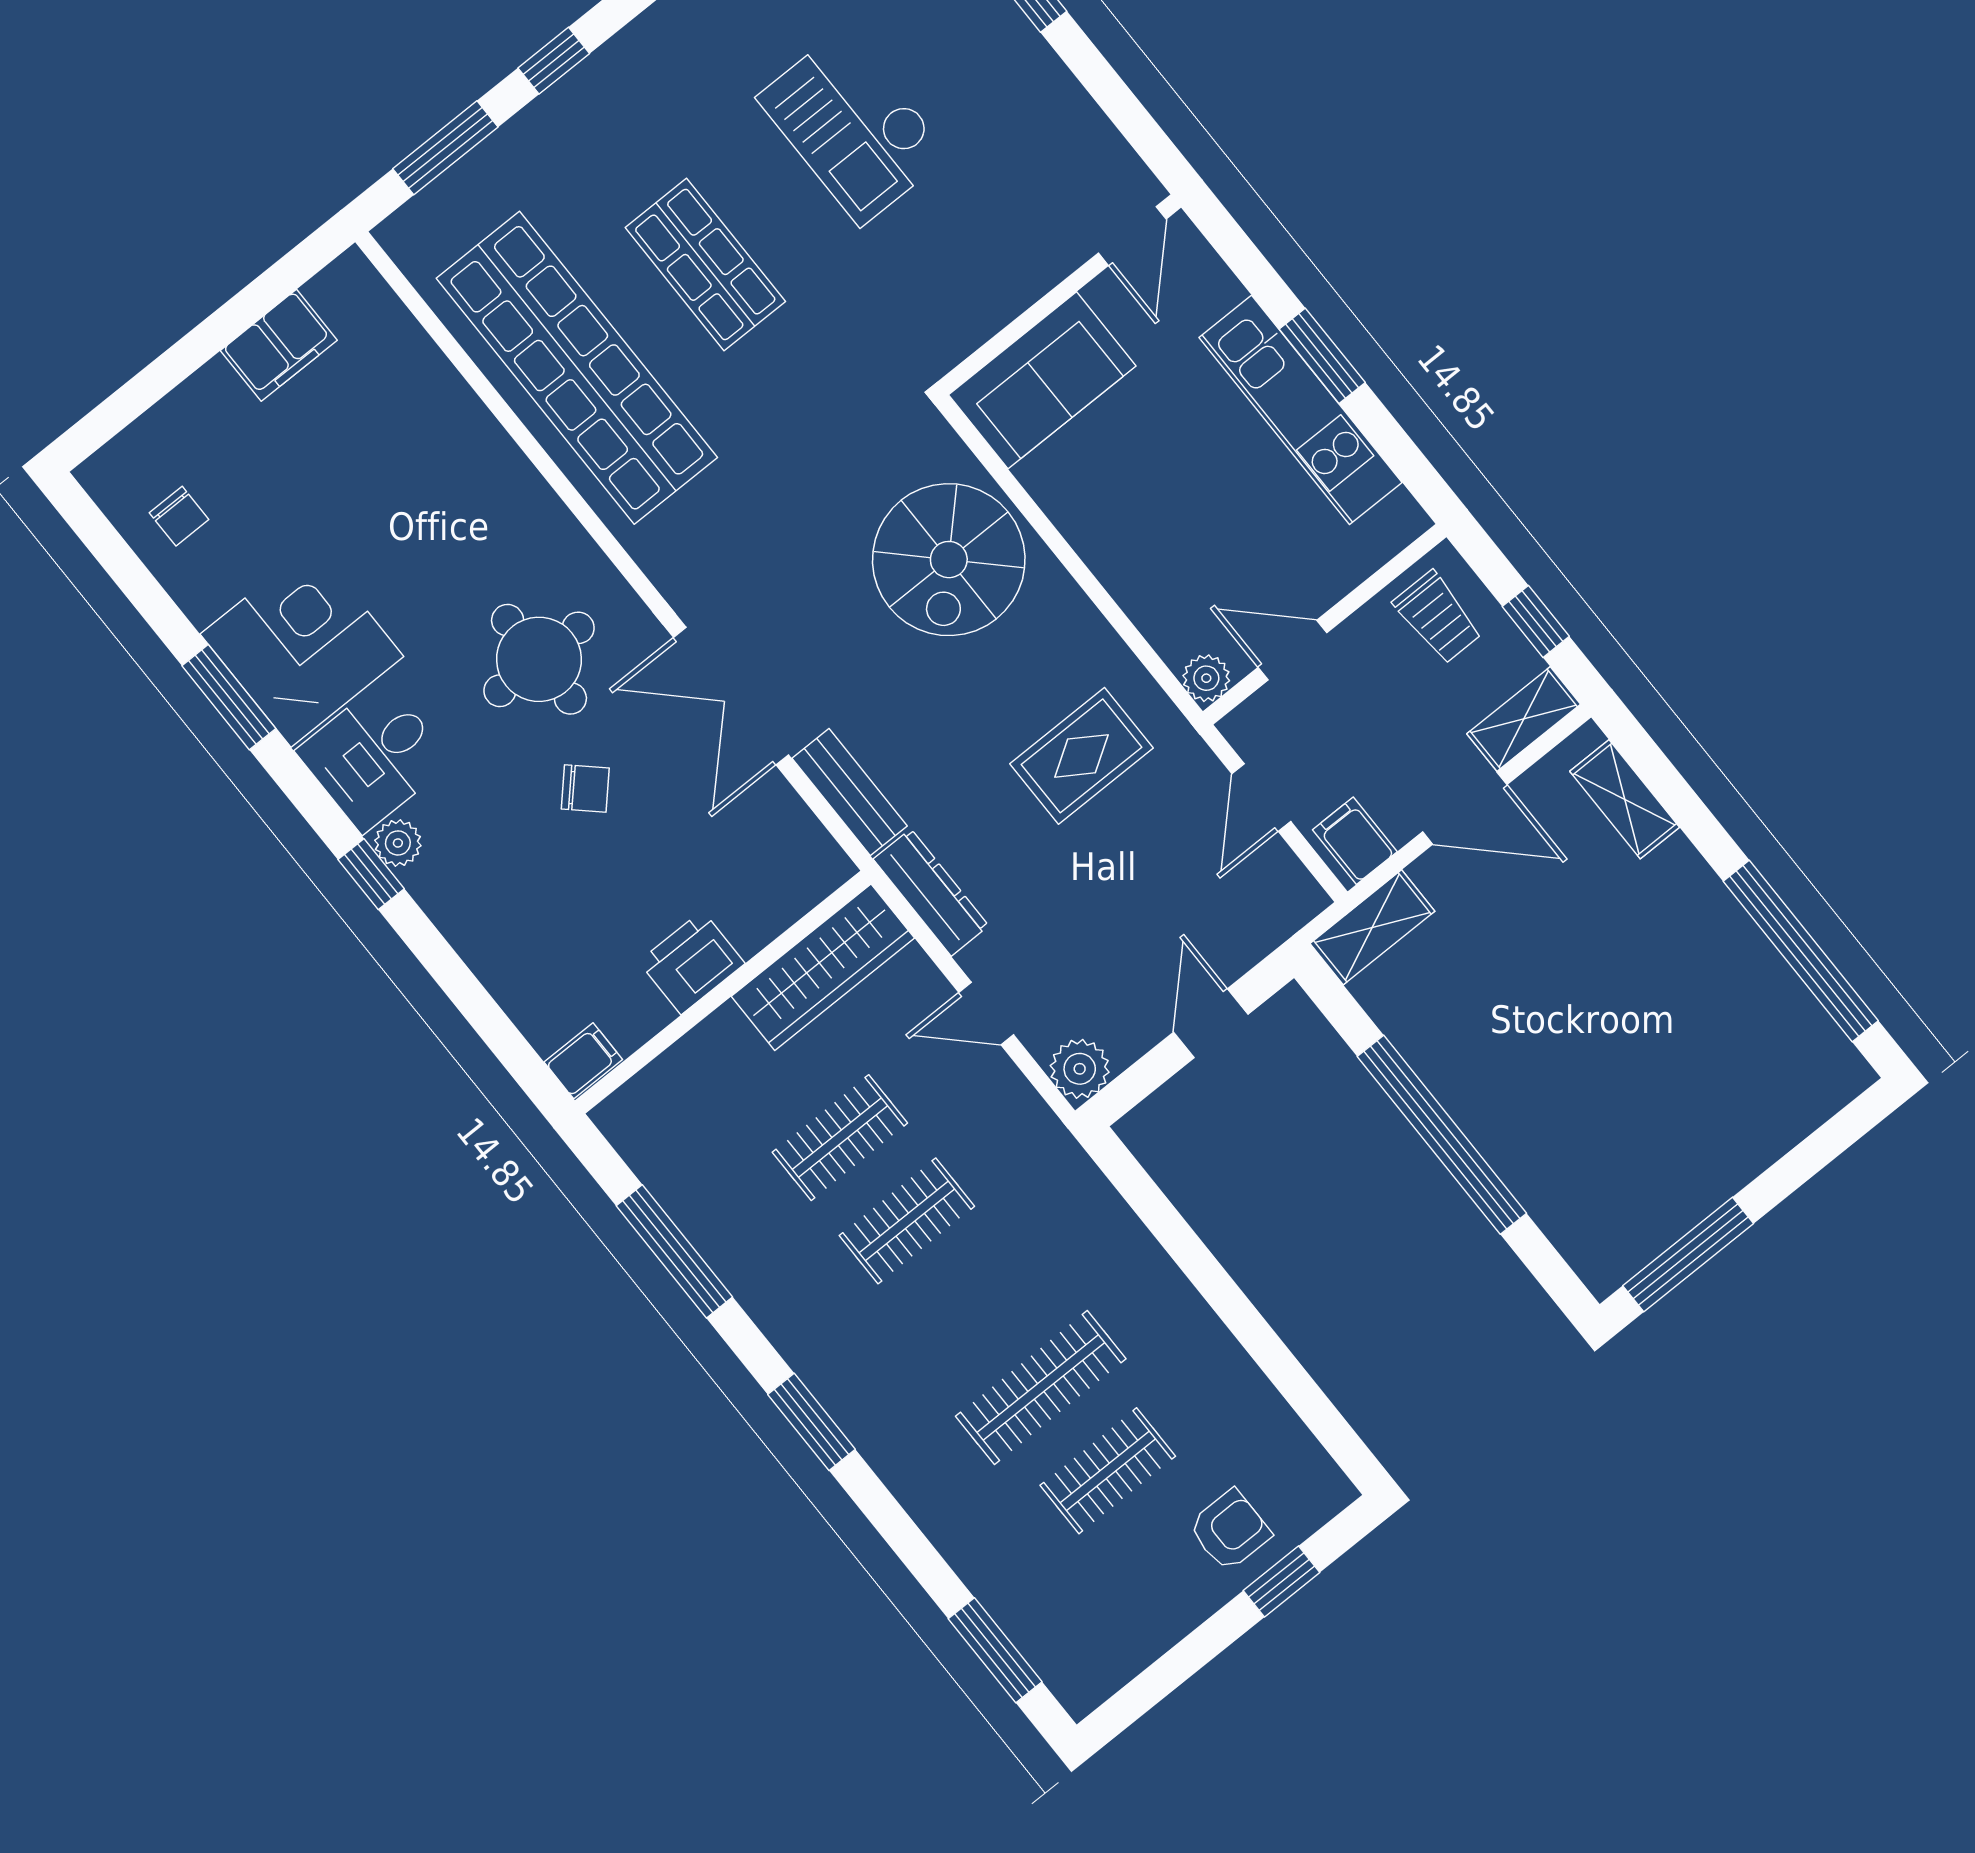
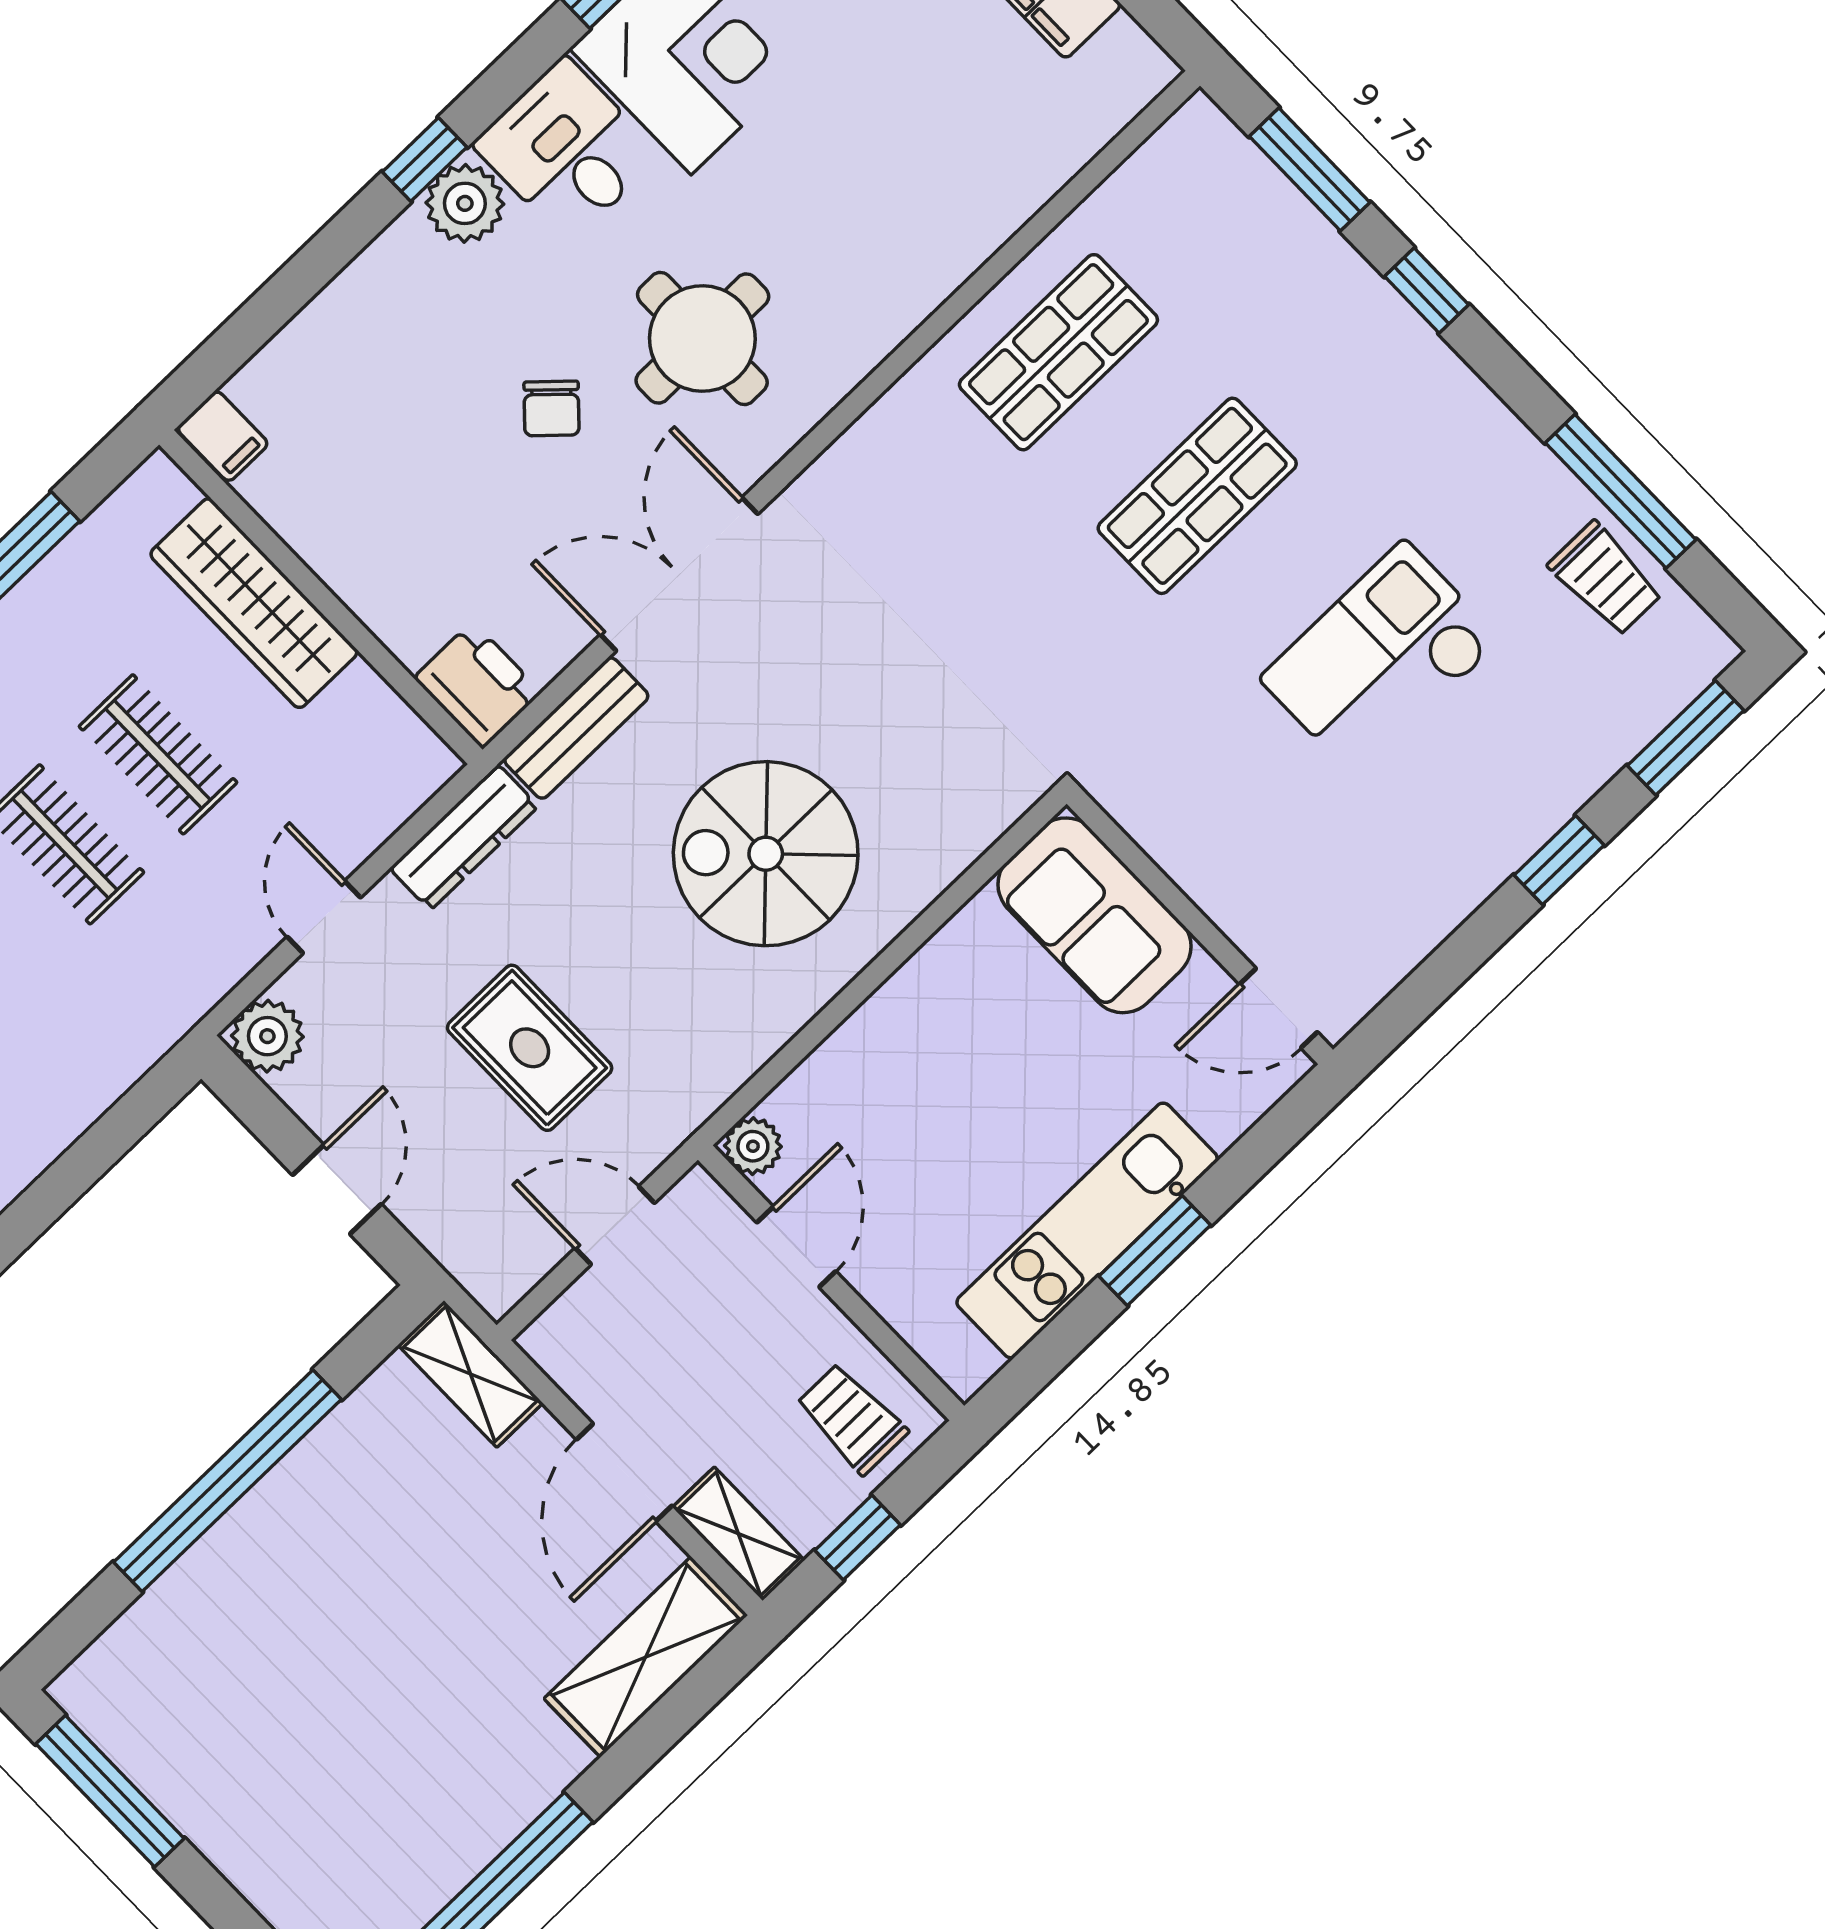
shop shelf: (577, 368) -> (1058, 352), width x0.50, depth x0.74
spiral stairs: (949, 560) -> (766, 854), moved
trolley: (1438, 617) -> (852, 1419), turned 90
rug: (1081, 756) -> (530, 1048), moved
shelving: (1625, 799) -> (646, 1657), width x1.50, depth x1.33
filing cabinet: (1355, 841) -> (573, 1343), removed
plant: (398, 843) -> (465, 203), width x1.38, depth x1.38
printer: (692, 963) -> (478, 685), moved
wardrobe: (823, 967) -> (254, 603), moved
door: (1211, 1023) -> (337, 1189), hinge flipped

